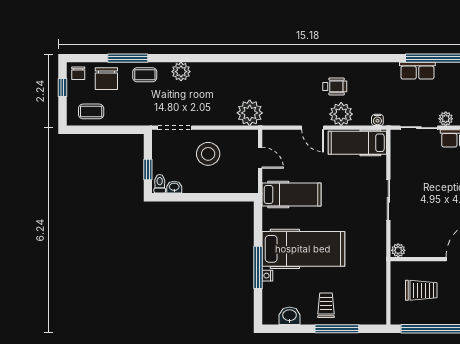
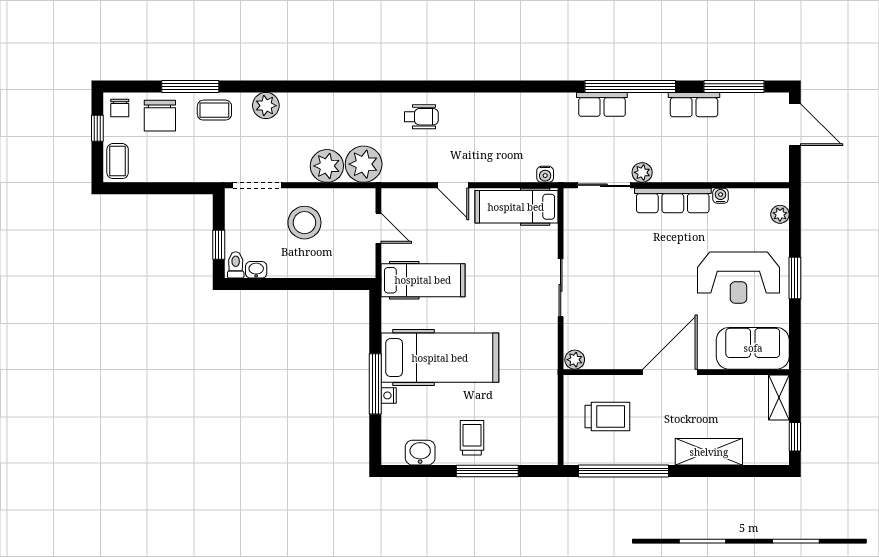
wheelchair: (335, 86) -> (421, 117), moved
coffee table: (91, 111) -> (118, 161), moved, turned 90
plant: (341, 114) -> (327, 166), moved

